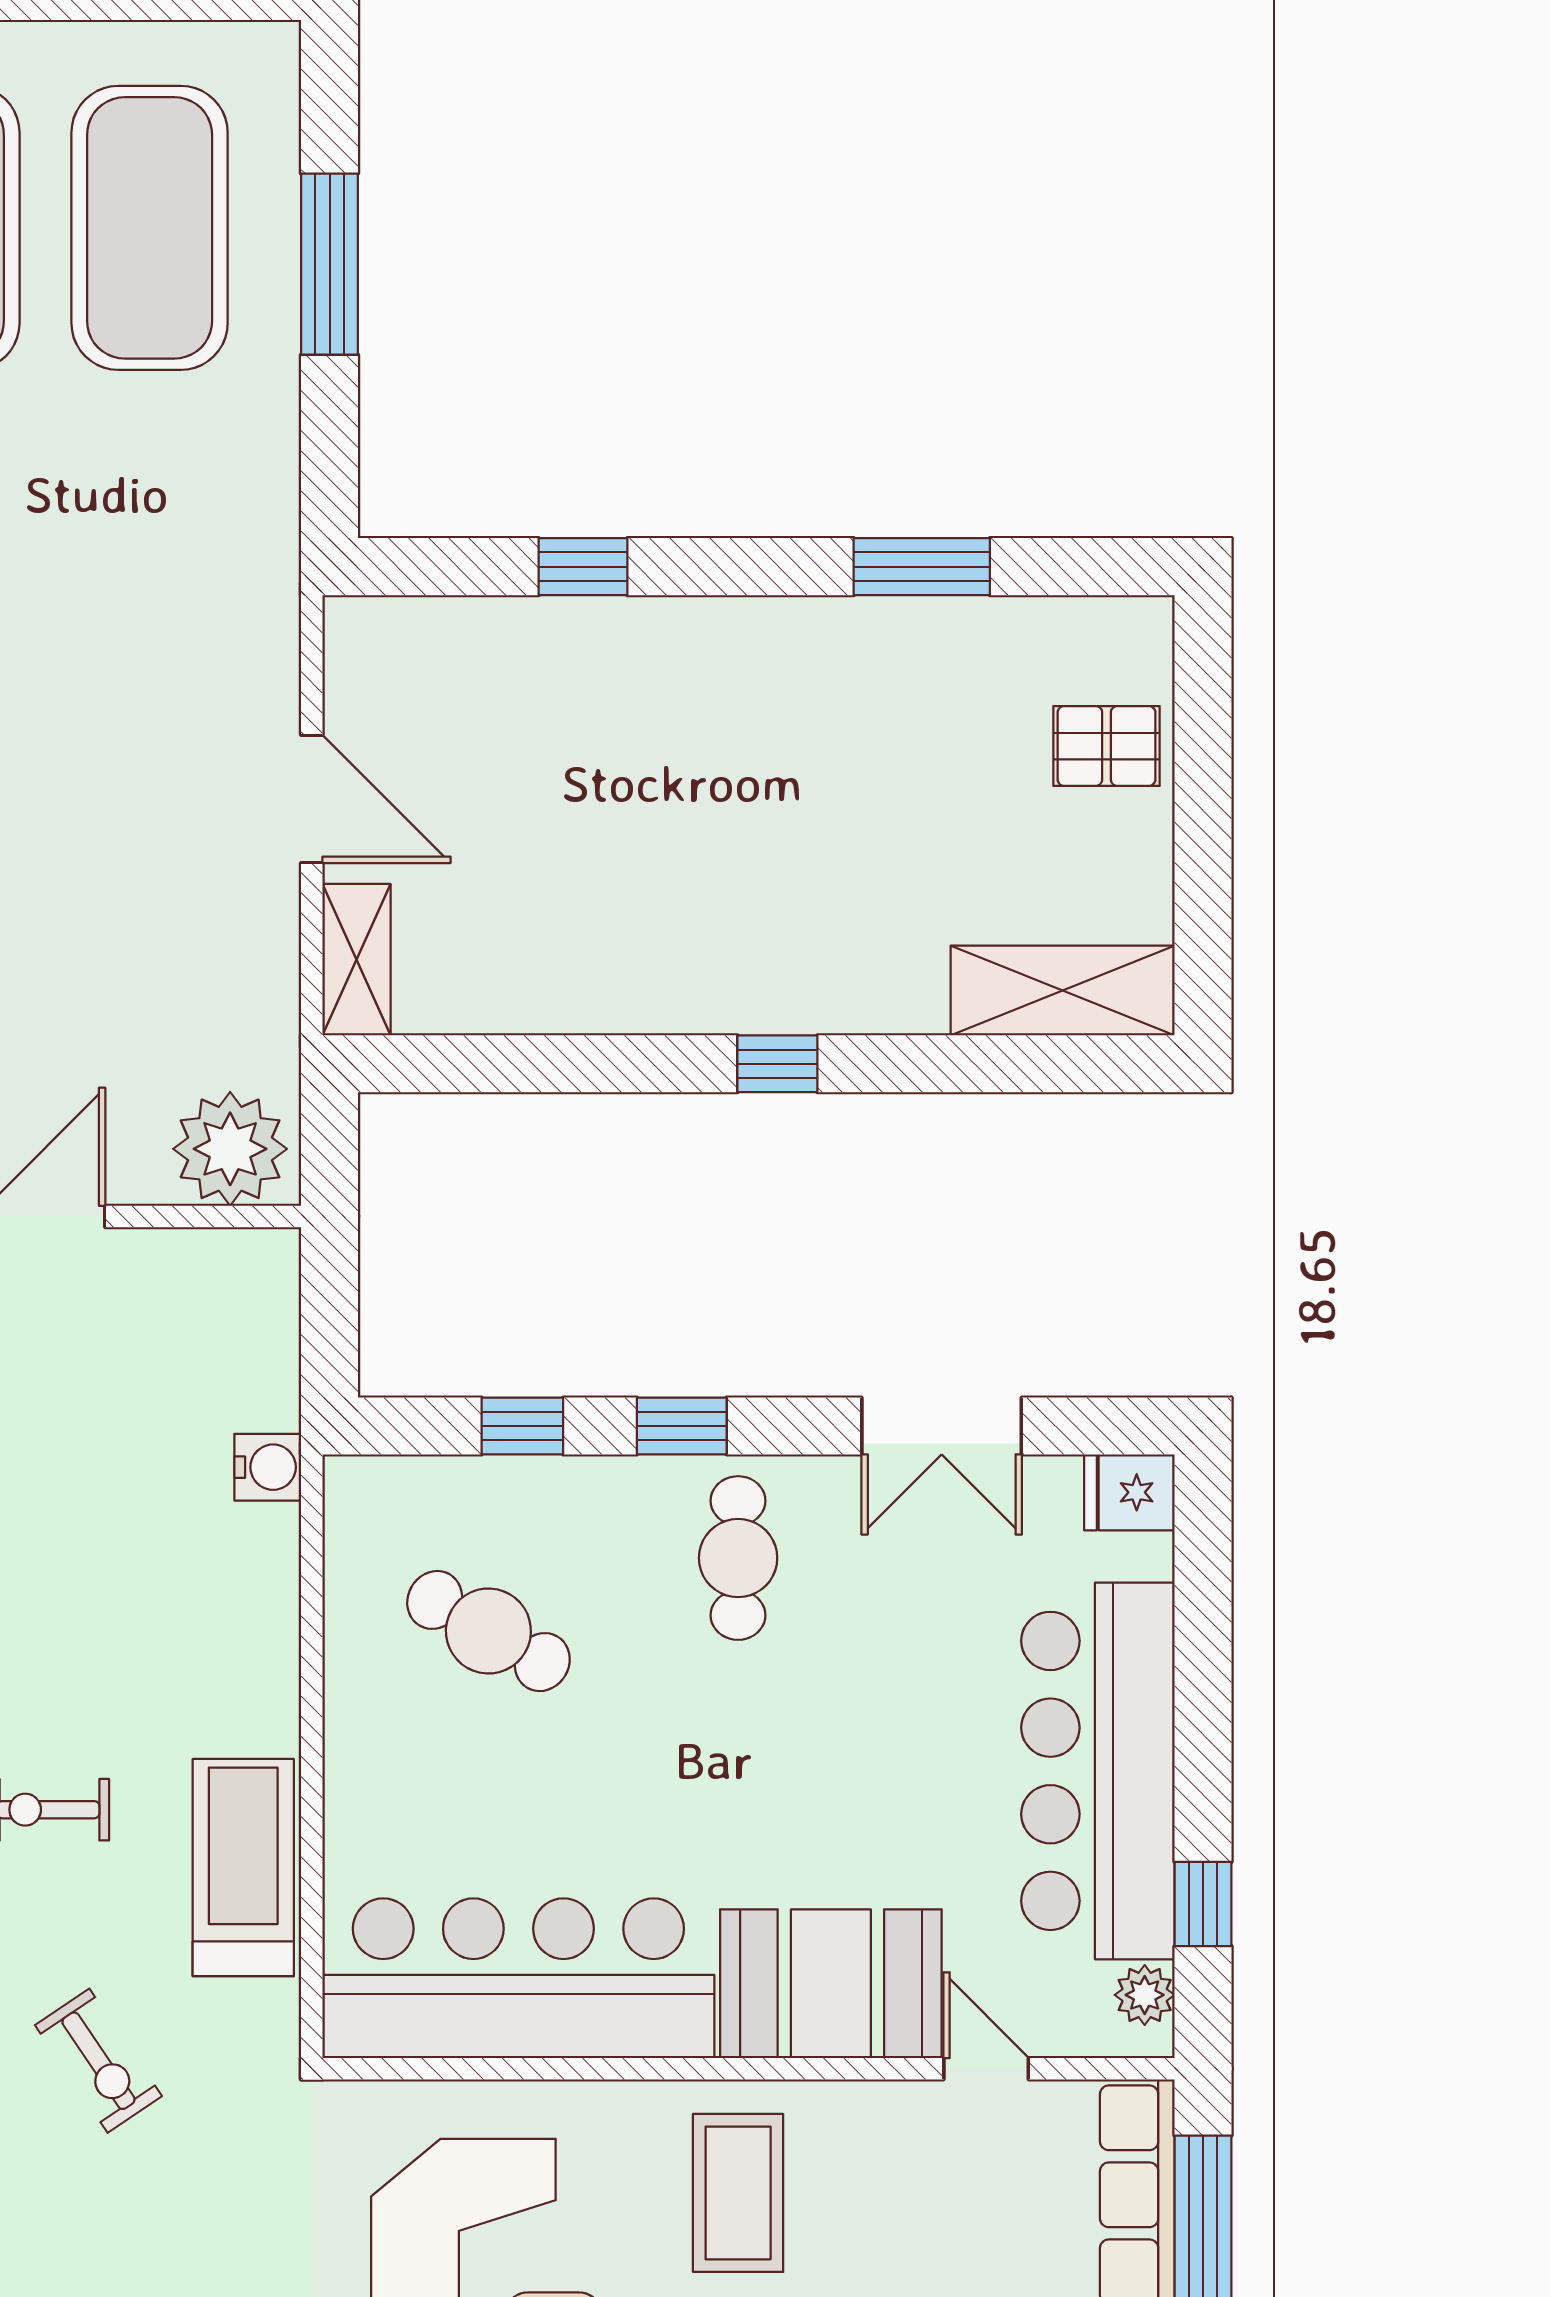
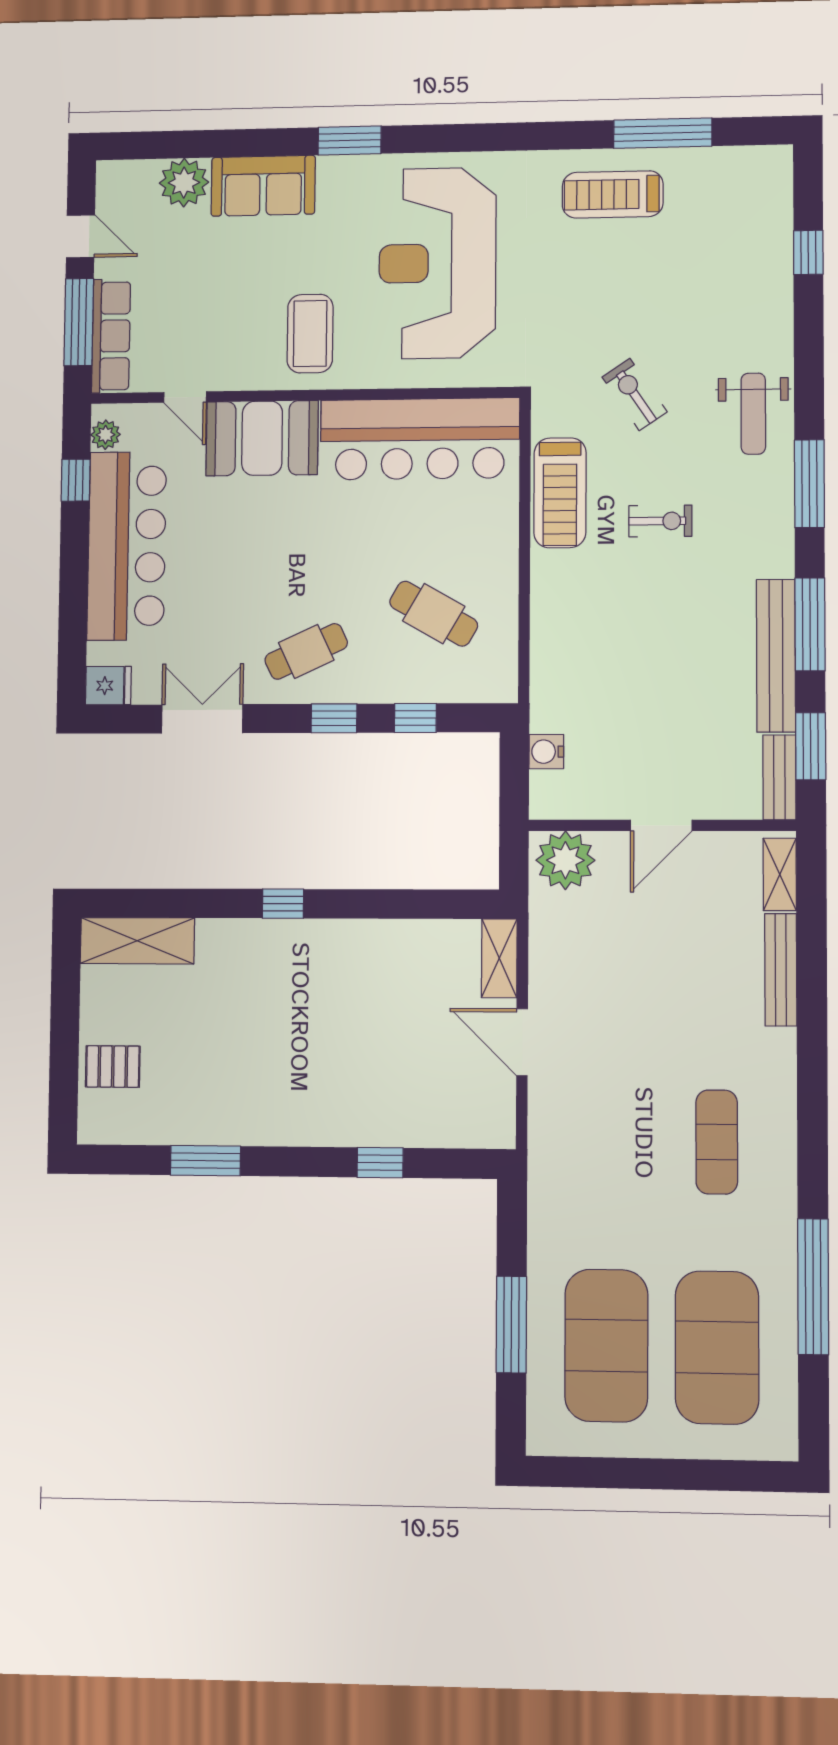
water cooler: (268, 1467) -> (546, 752), moved
cafe table: (738, 1558) -> (306, 651), turned 65

